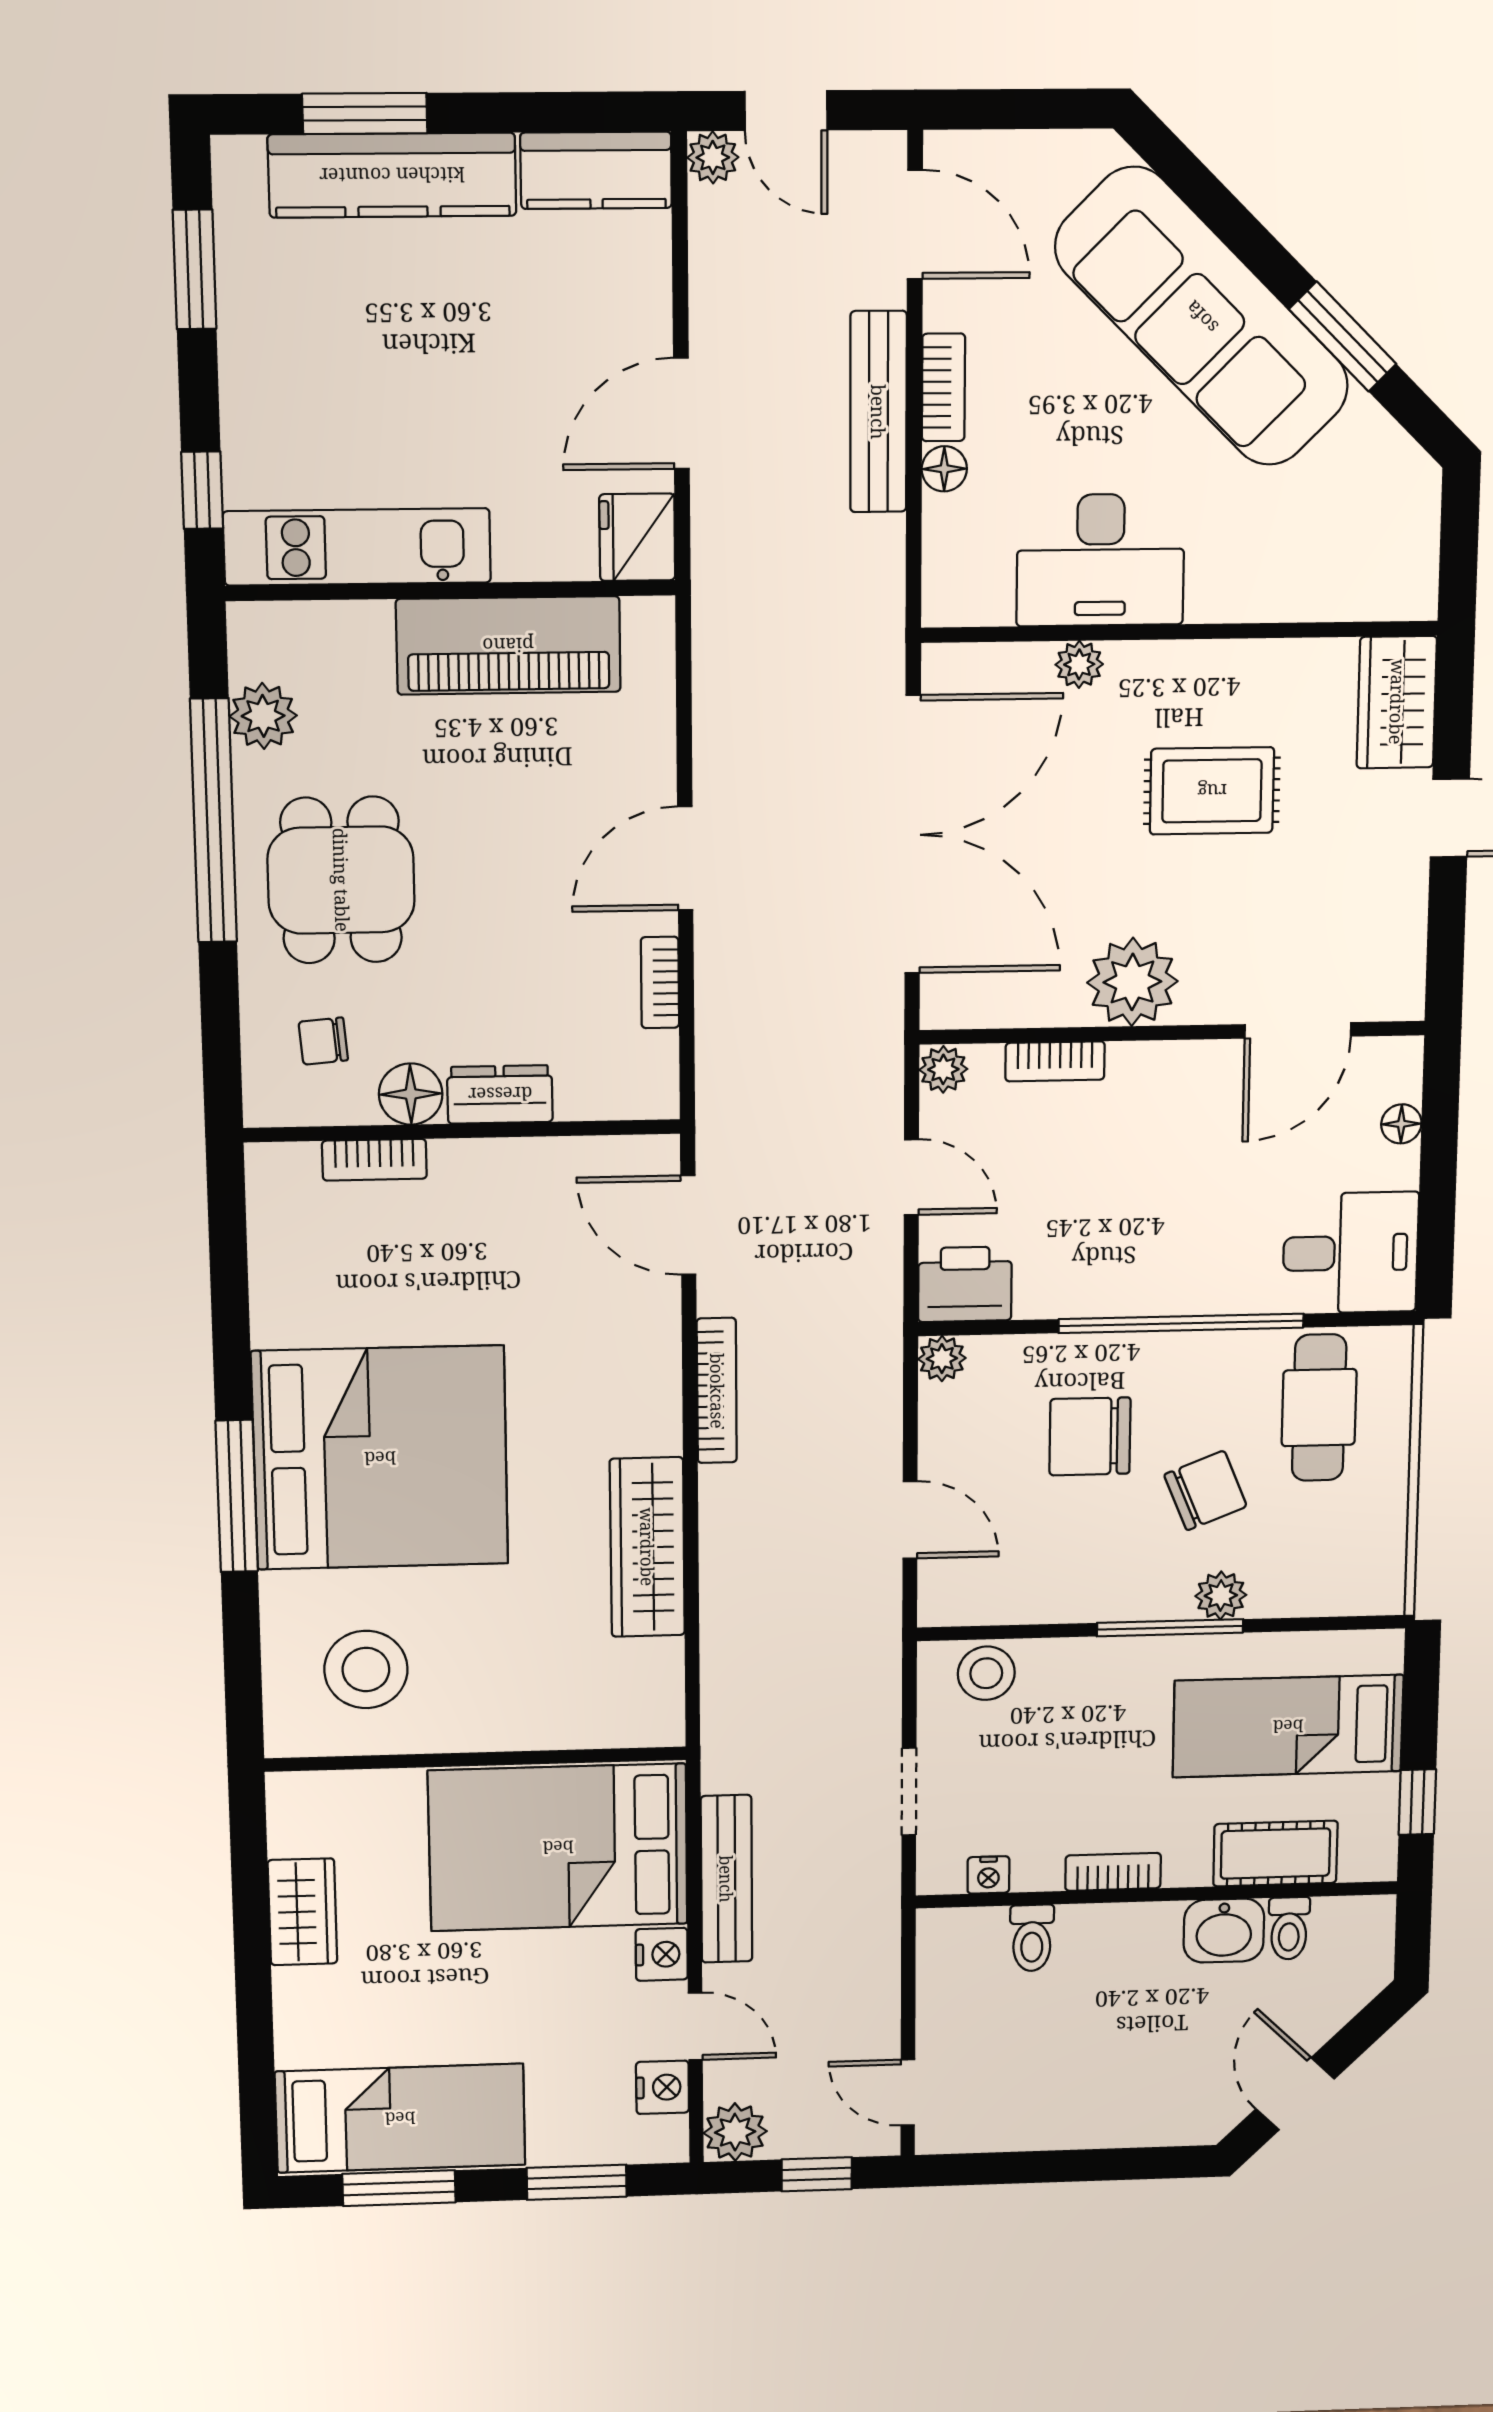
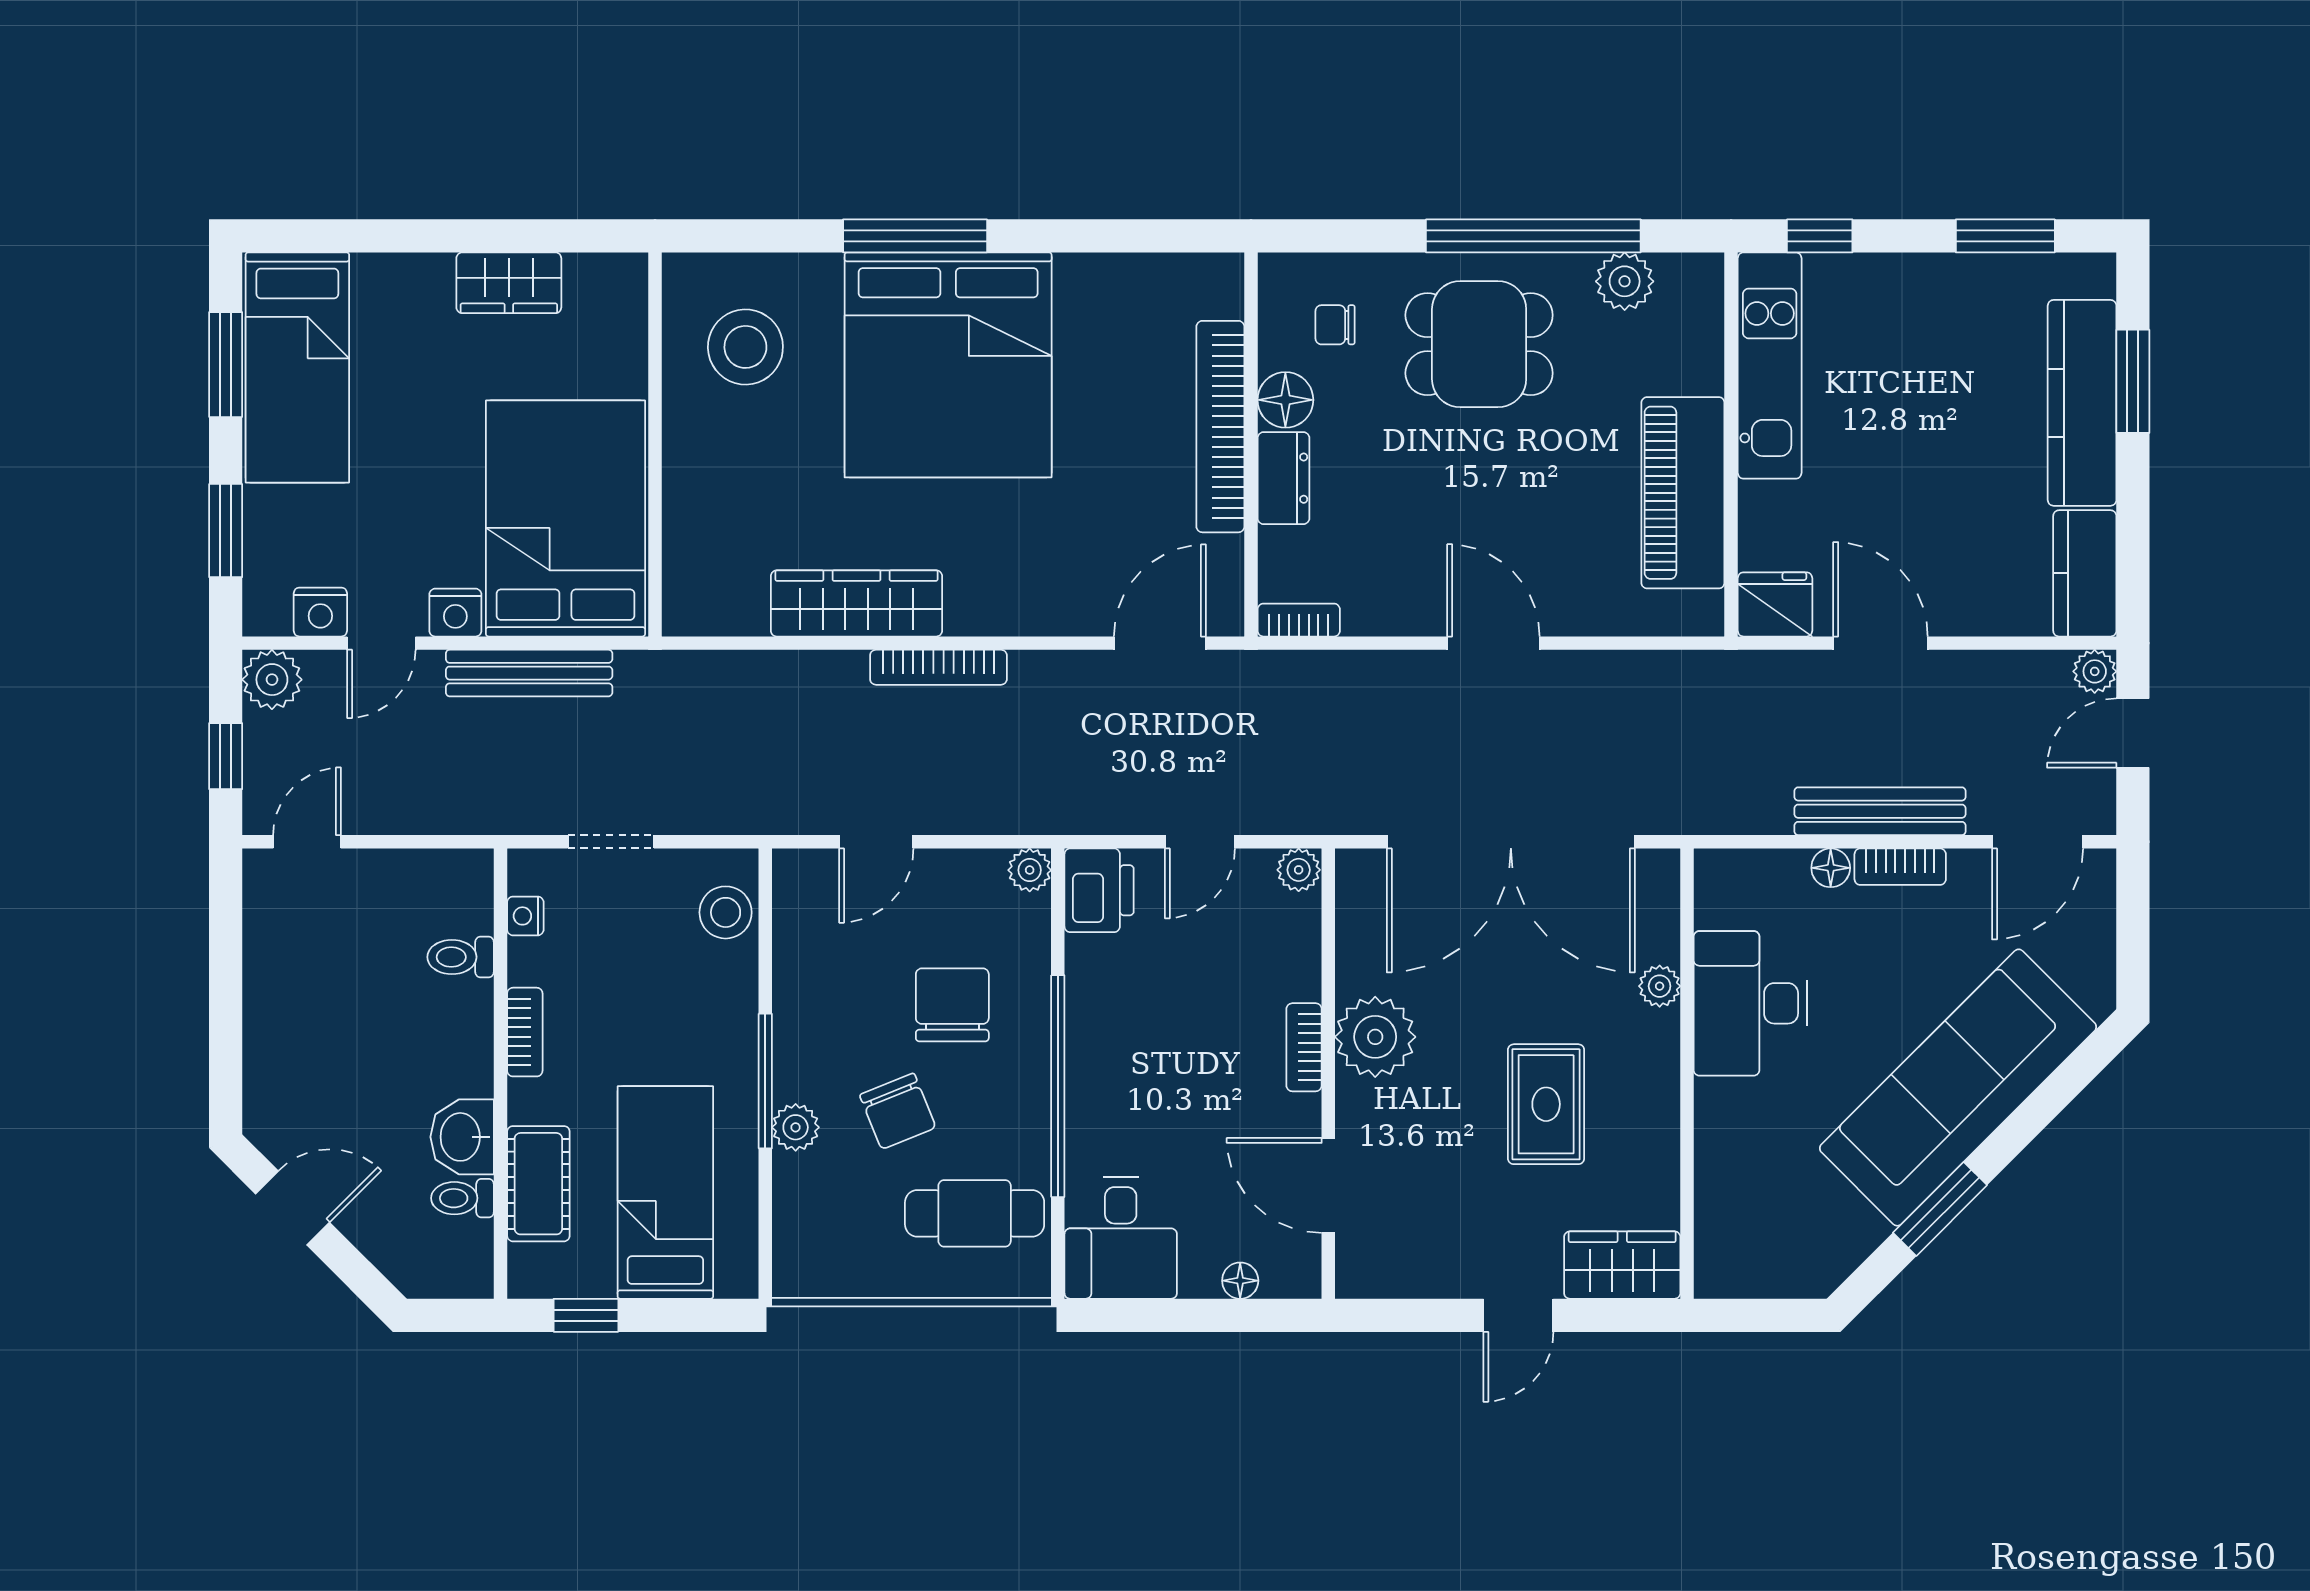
bookcase: (660, 982) -> (1299, 620), moved
chair: (323, 1041) -> (1335, 325), turned -85
bookcase: (1055, 1061) -> (1304, 1047), moved
bookcase: (374, 1160) -> (1220, 427), width x2.31, depth x1.31
bookcase: (717, 1391) -> (938, 667), moved

